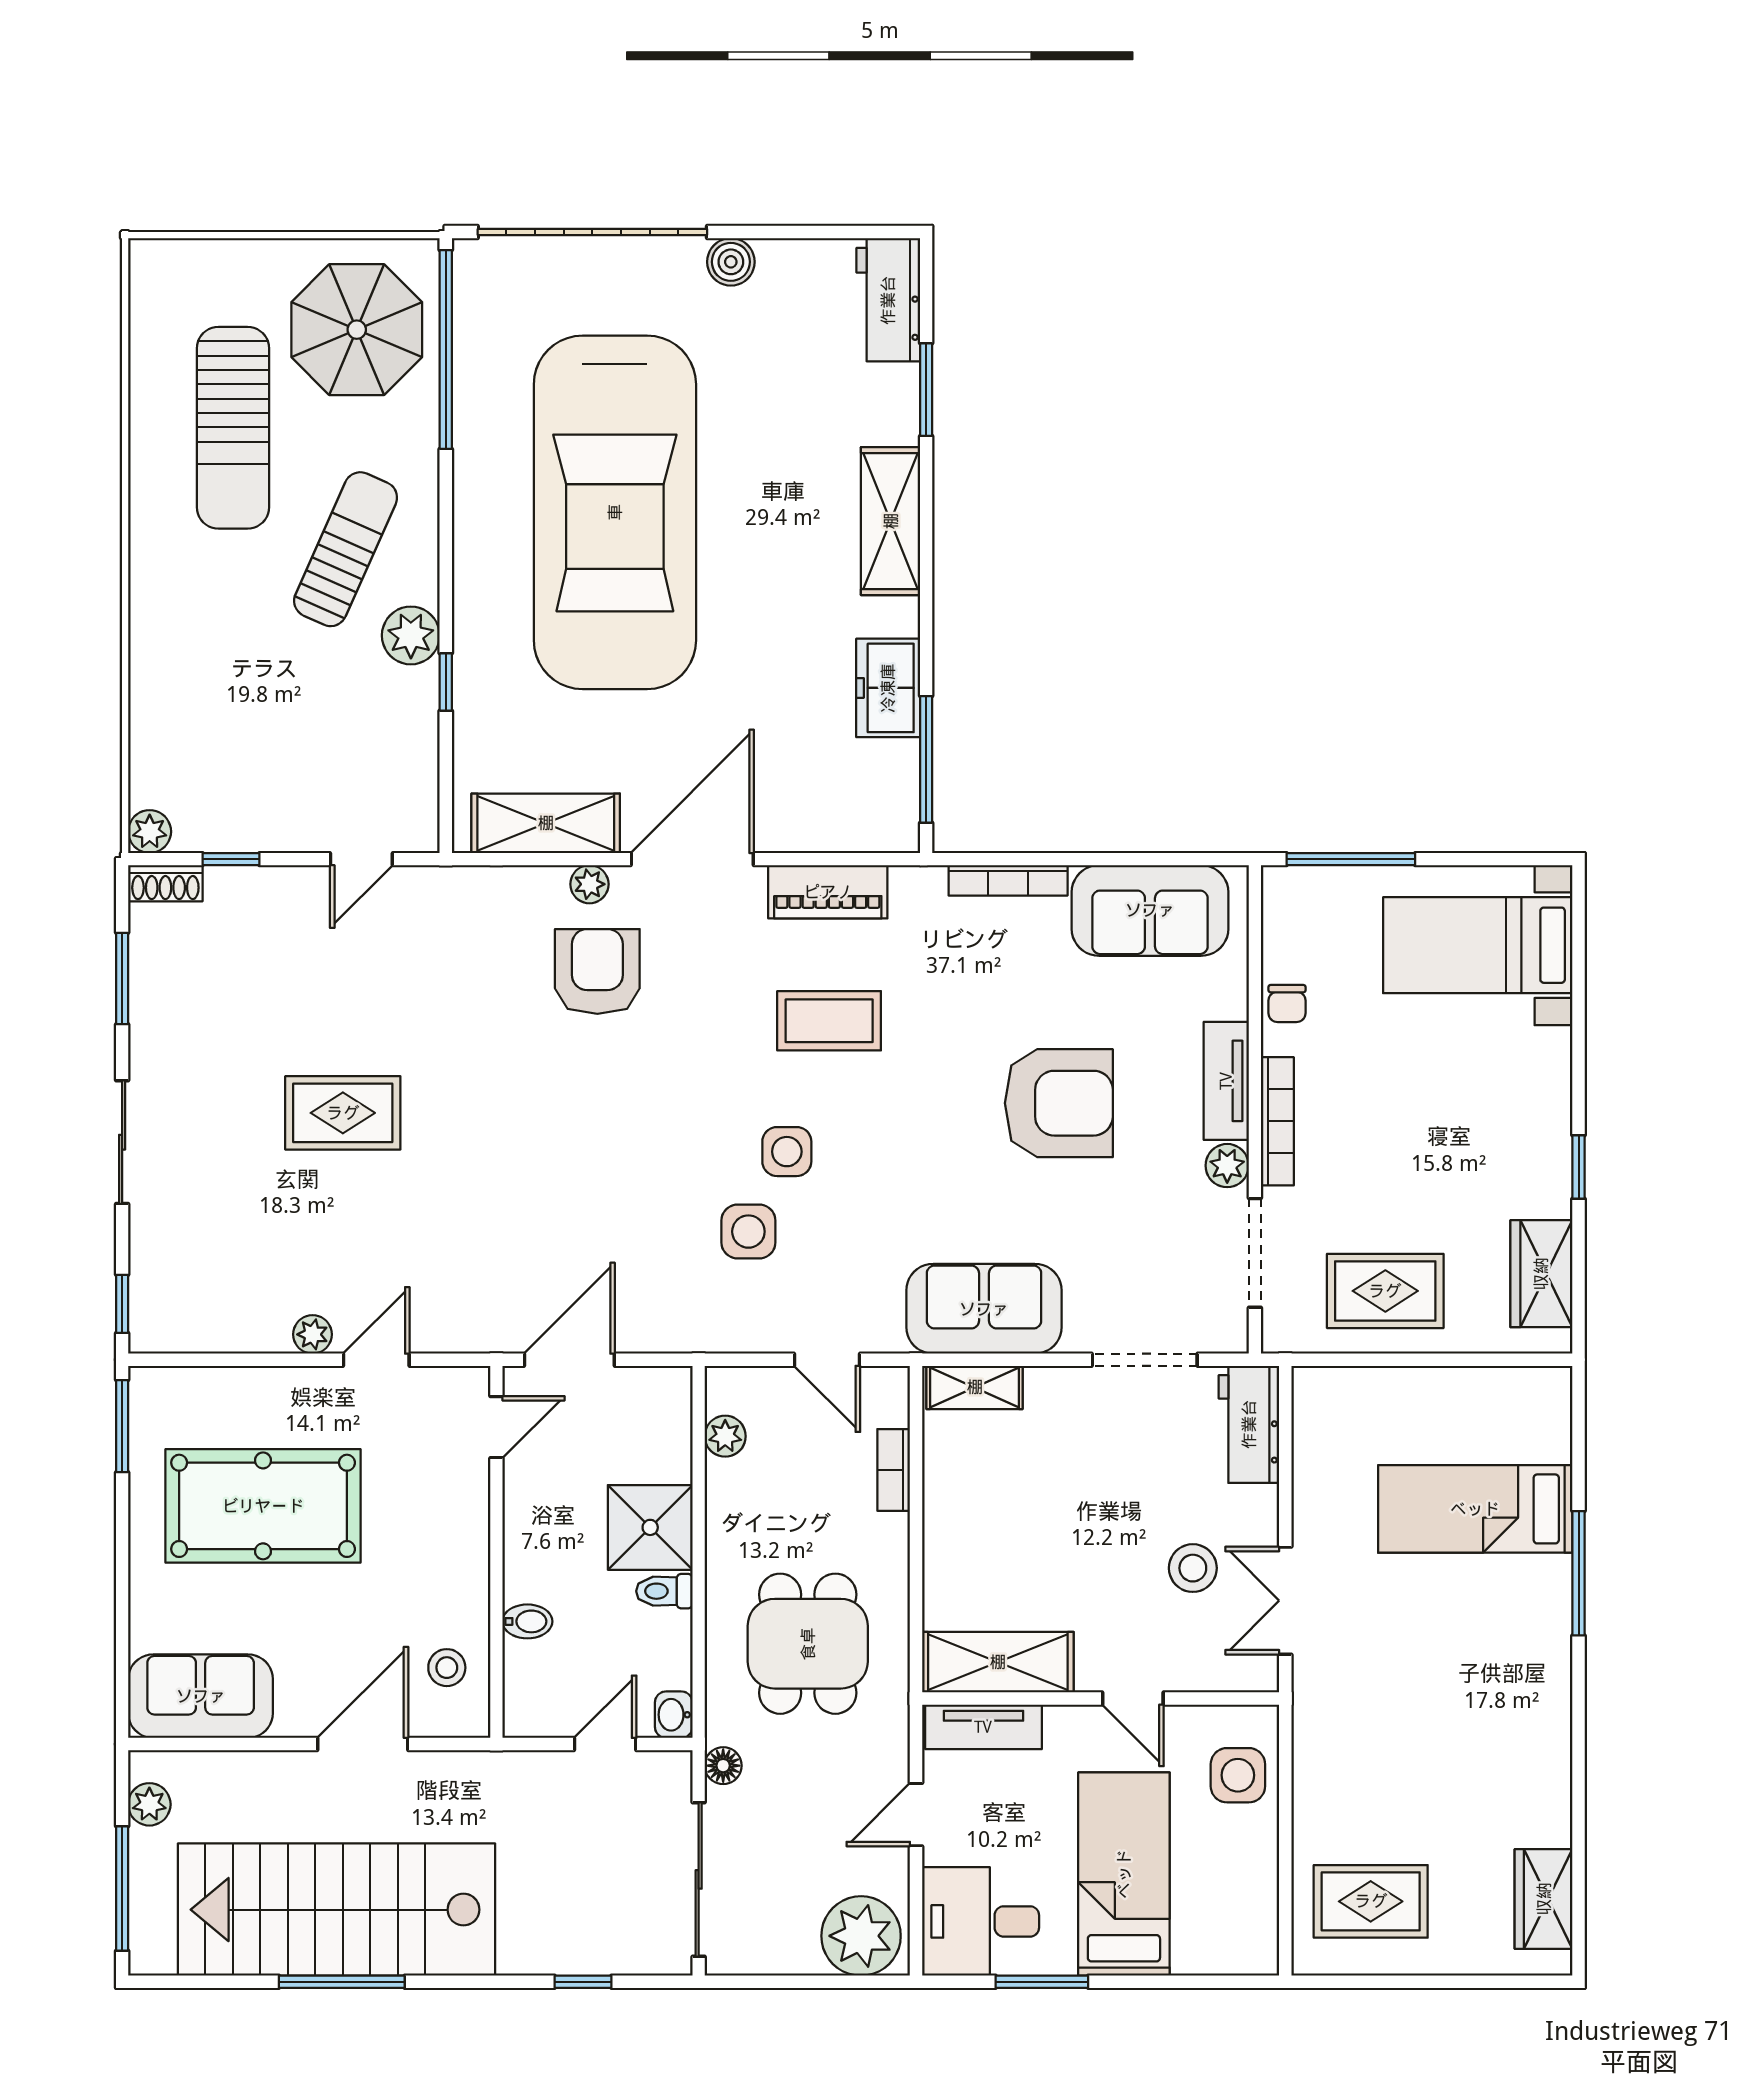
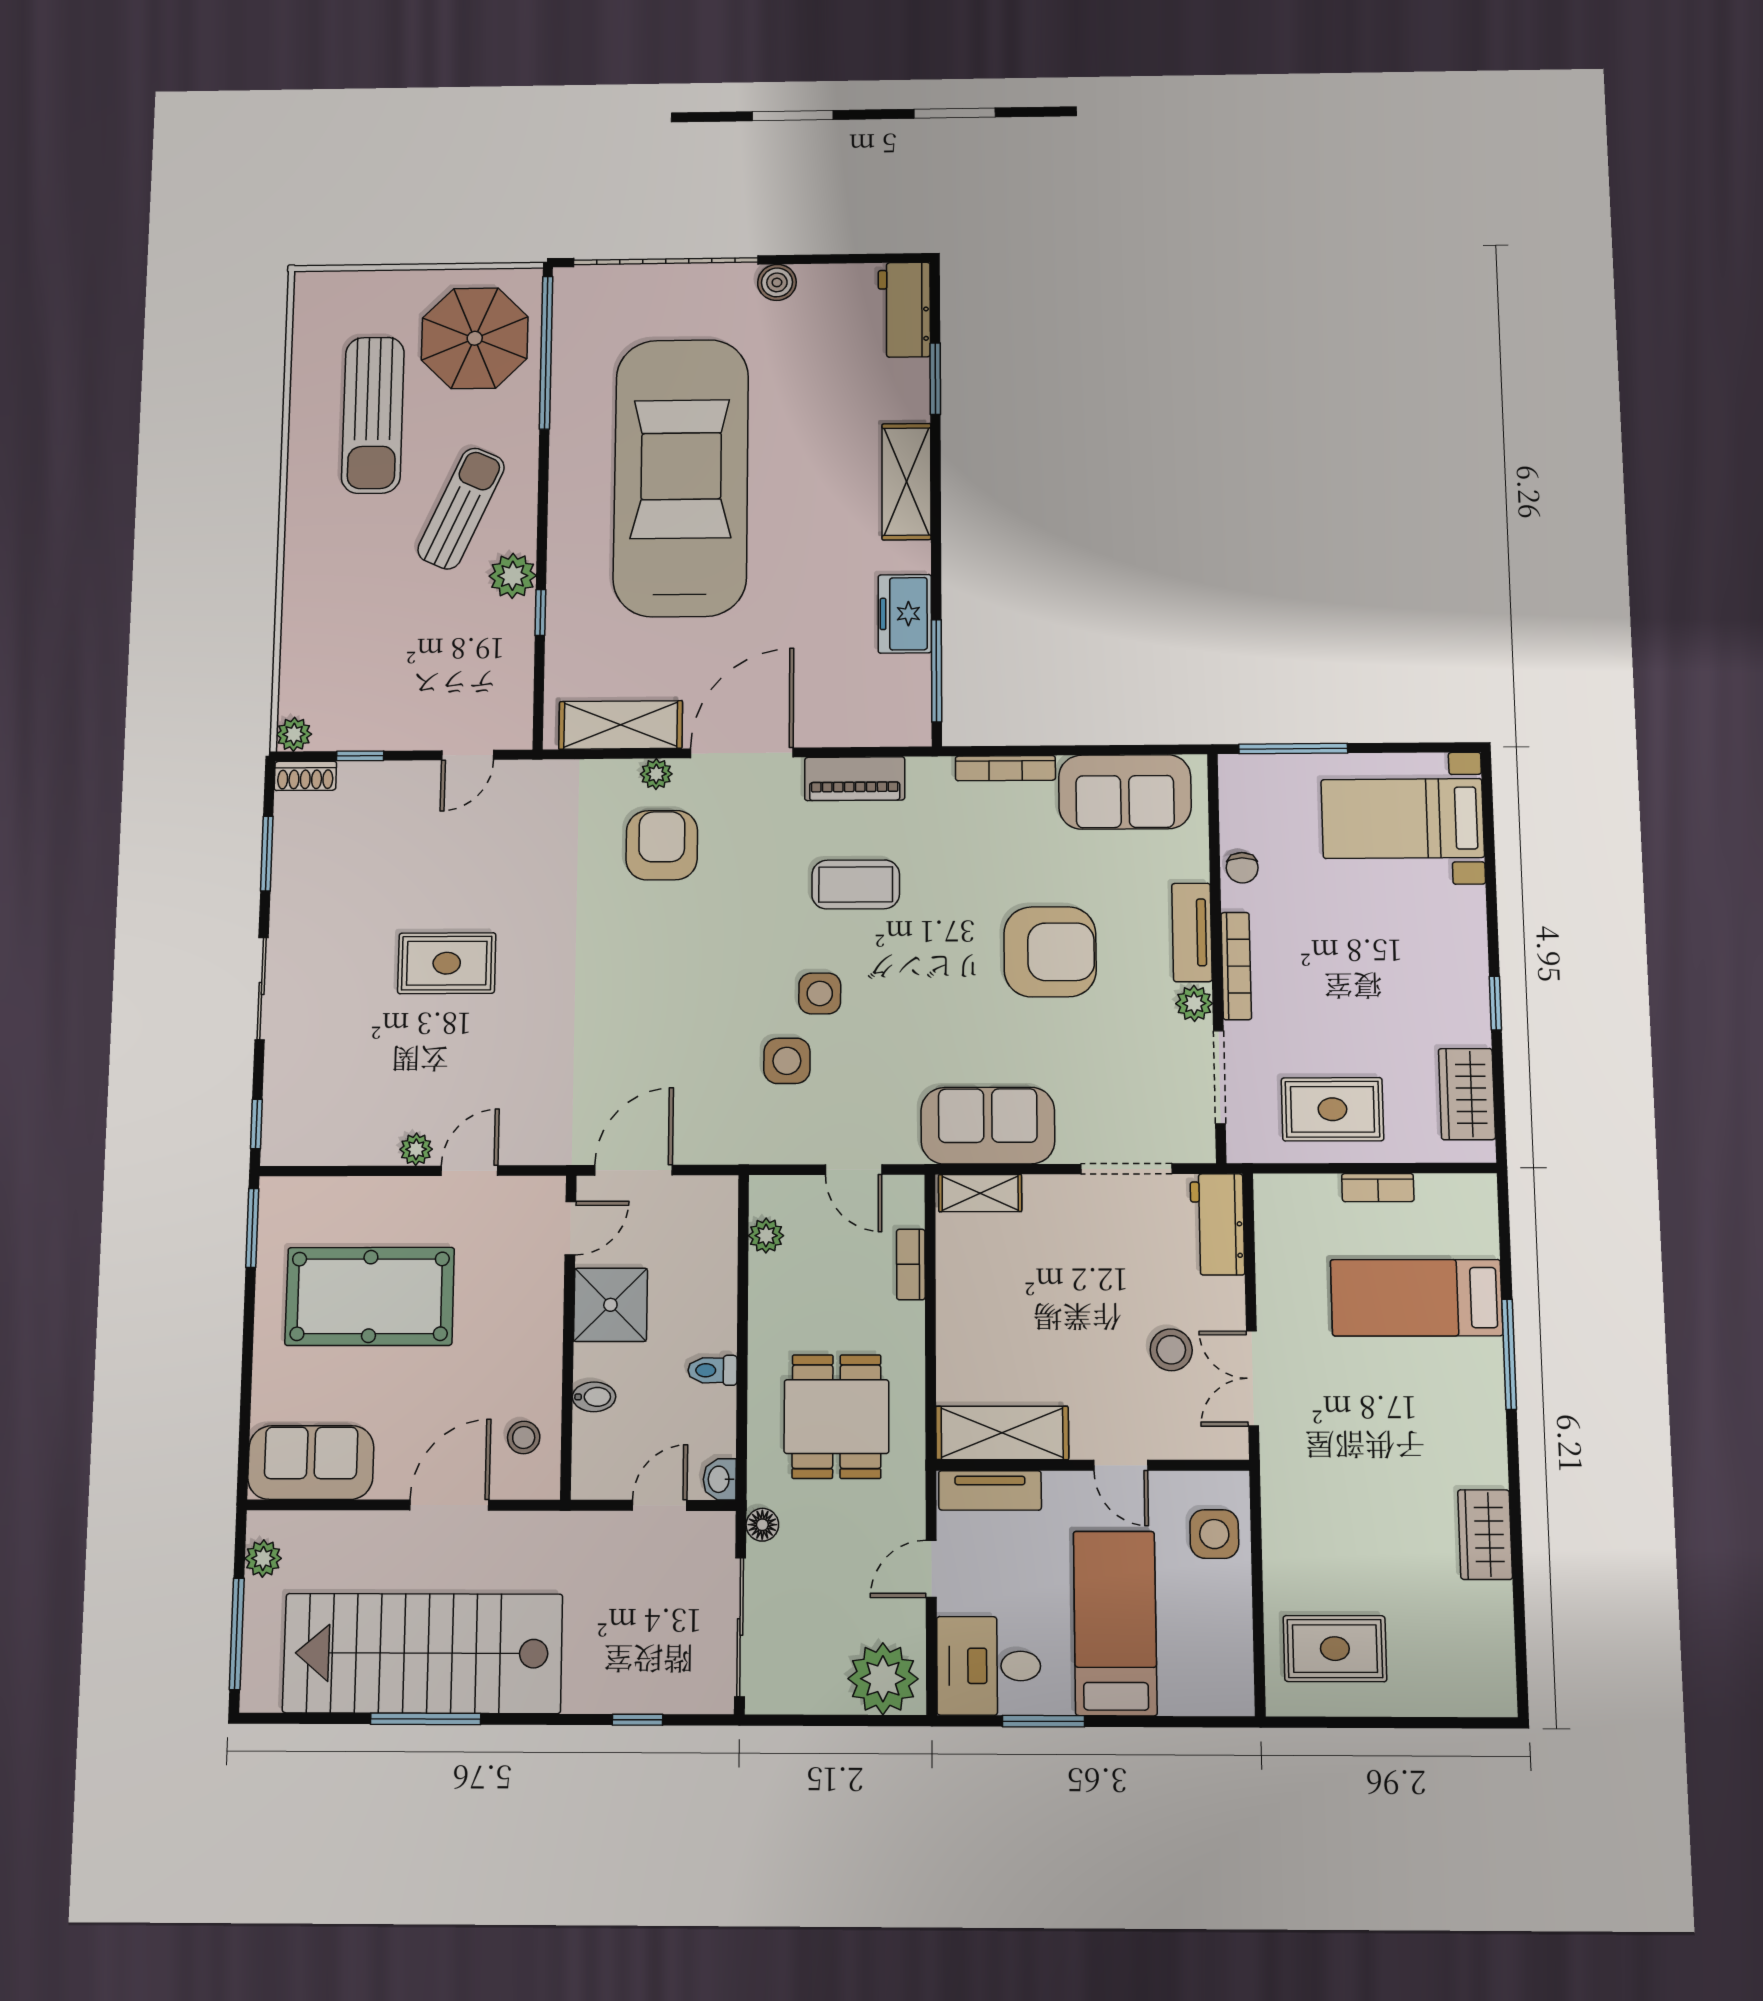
car: (615, 512) -> (681, 477), turned 180
bookcase: (1435, 1382) -> (1378, 1188), added
shower: (650, 1527) -> (610, 1305), moved
wardrobe: (1544, 1899) -> (1485, 1535), moved

